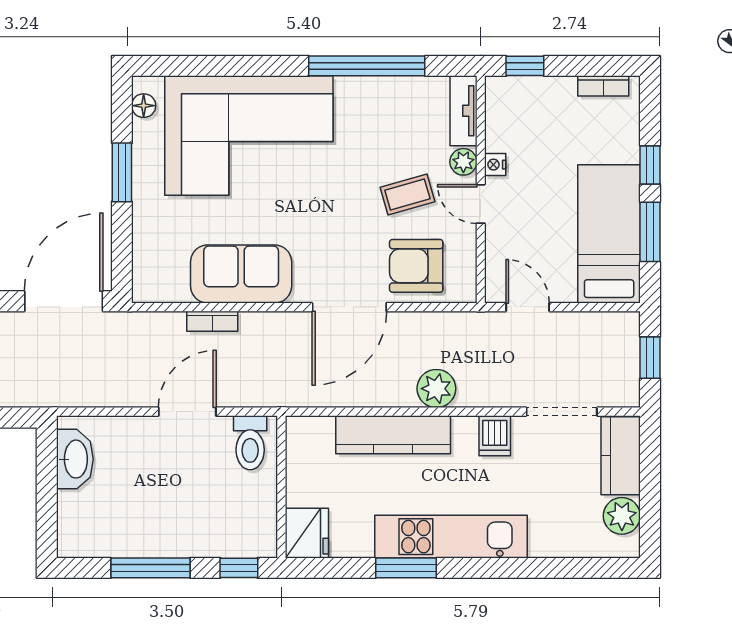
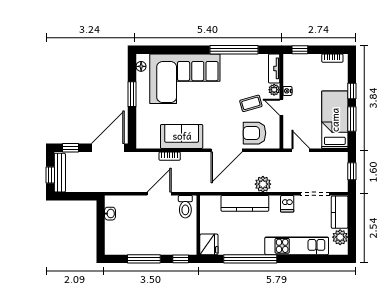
washbasin: (75, 459) -> (110, 214), width x0.52, depth x0.69
kitchen unit: (451, 537) -> (297, 246), moved
window: (406, 568) -> (250, 259), width x2.11

